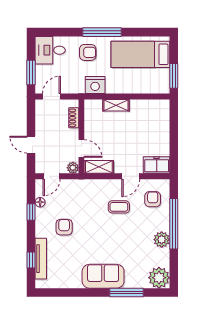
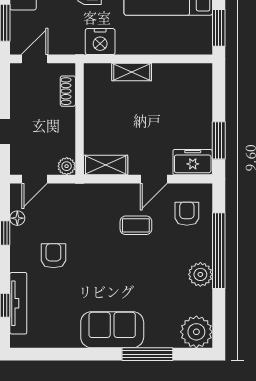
door: (81, 149) -> (80, 137), removed
window: (174, 150) -> (219, 140), added

